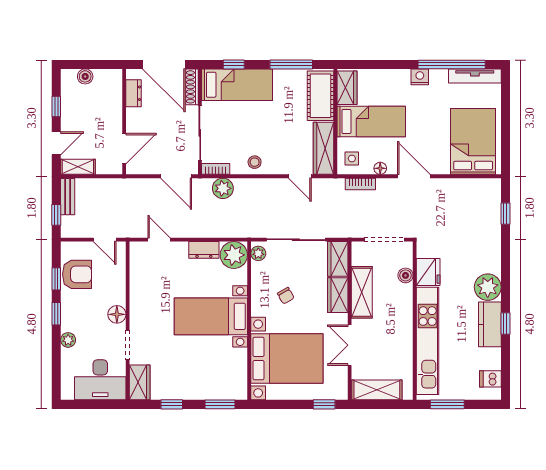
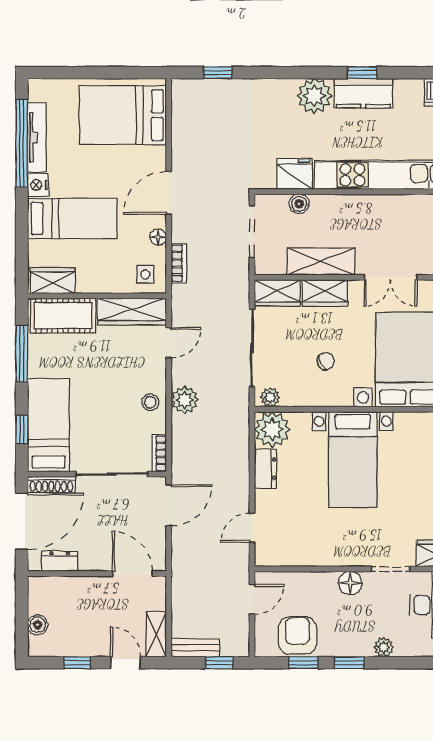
tv unit: (475, 76) -> (37, 137), moved
bed: (371, 121) -> (72, 218), moved, turned 90
plant: (223, 188) -> (185, 400), moved

